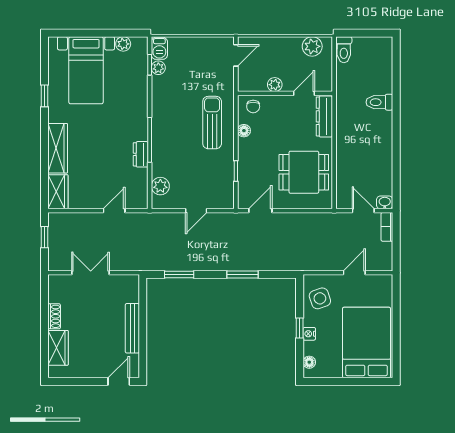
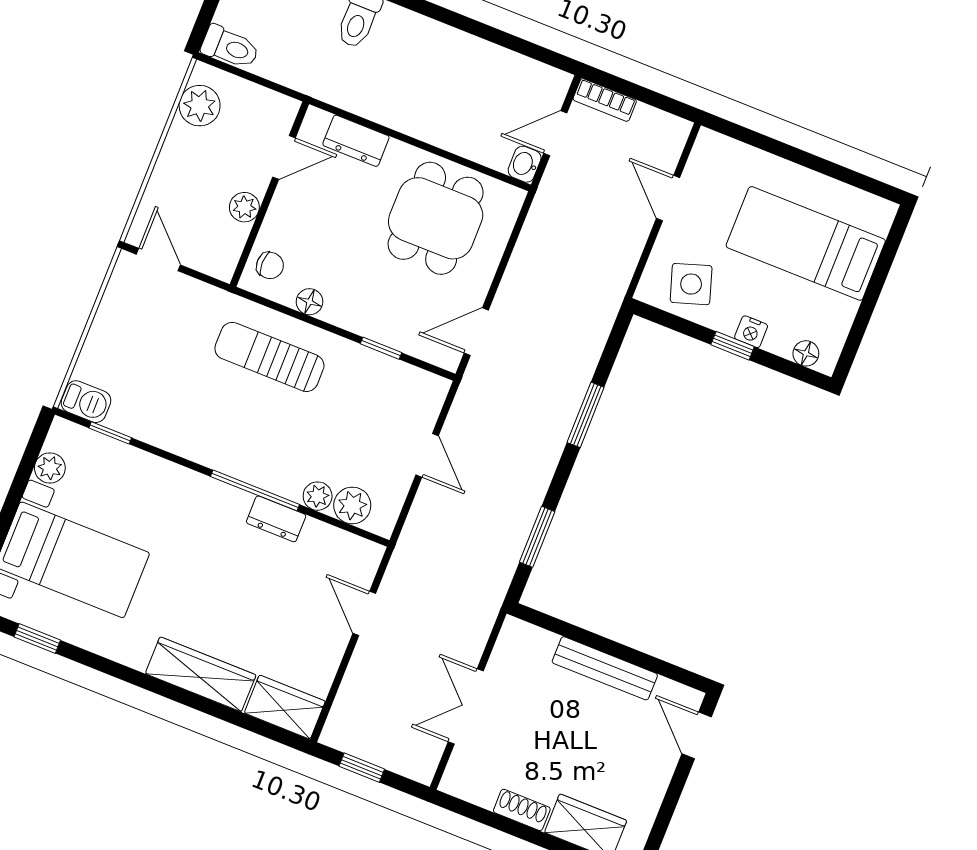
plant: (158, 68) -> (318, 496), moved
door: (304, 93) -> (284, 157), swing flipped
window: (45, 96) -> (37, 639), moved
dresser: (324, 116) -> (356, 141), width x0.70
washbasin: (385, 202) -> (525, 164), moved
door: (260, 211) -> (476, 332), hinge flipped
bed: (366, 343) -> (806, 243), width x0.67

